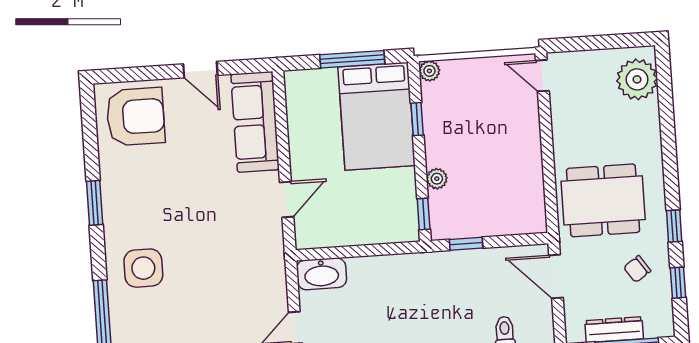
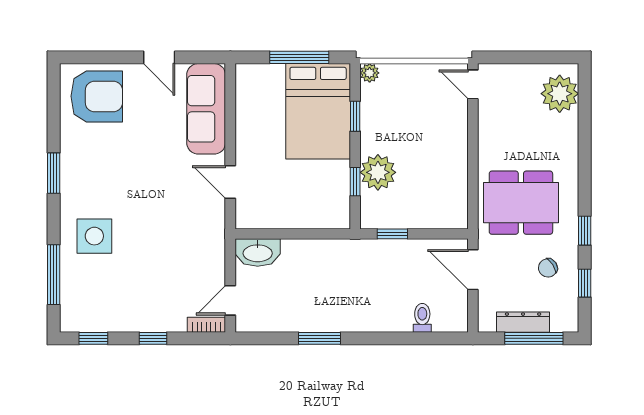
plant: (437, 179) -> (378, 172), width x1.88, depth x1.88
door: (287, 200) -> (230, 182), swing flipped
window: (424, 214) -> (355, 182), moved

